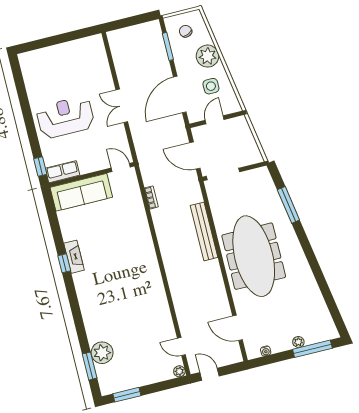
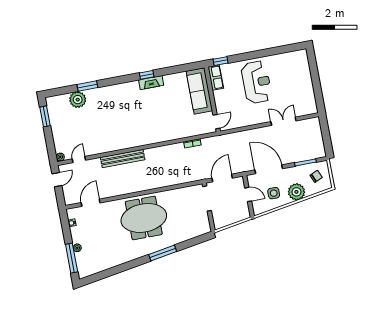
double door: (122, 106) -> (283, 121), moved
window: (288, 205) -> (163, 253), moved
bench: (204, 231) -> (123, 159), moved
meeting table: (254, 256) -> (144, 218), width x0.73
window: (90, 366) -> (87, 86), moved

